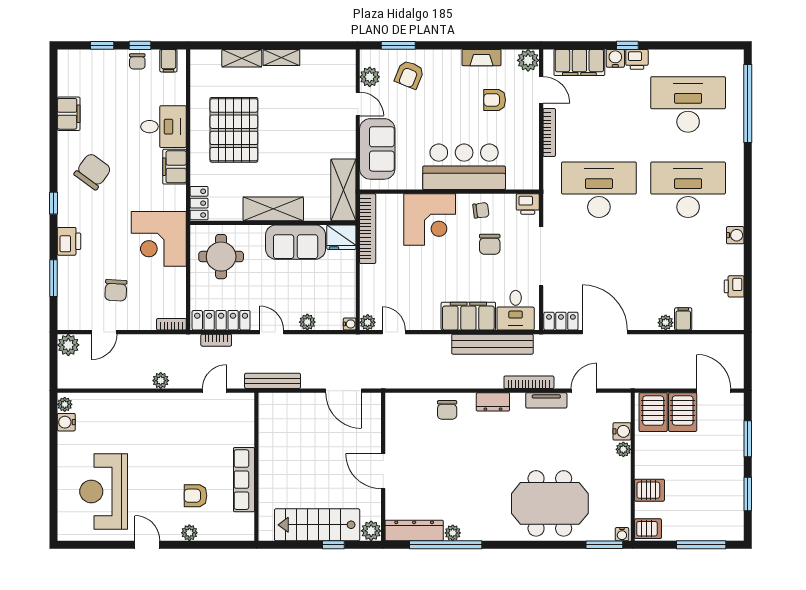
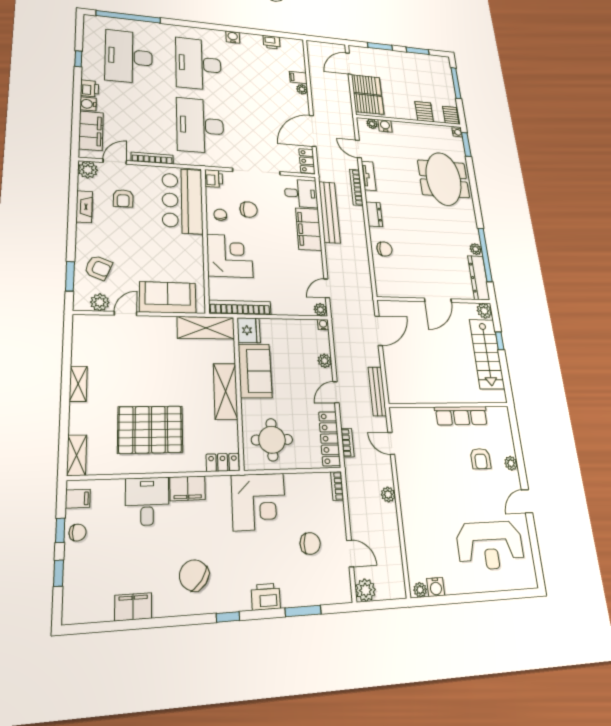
window: (627, 45) -> (78, 59), moved
shelving: (242, 58) -> (77, 455), moved
bar counter: (464, 167) -> (182, 201), moved
plant: (623, 449) -> (372, 124), moved

